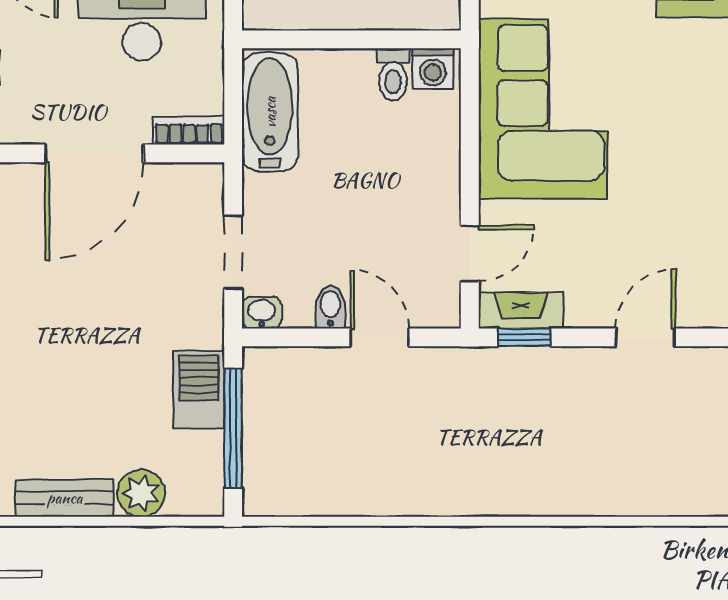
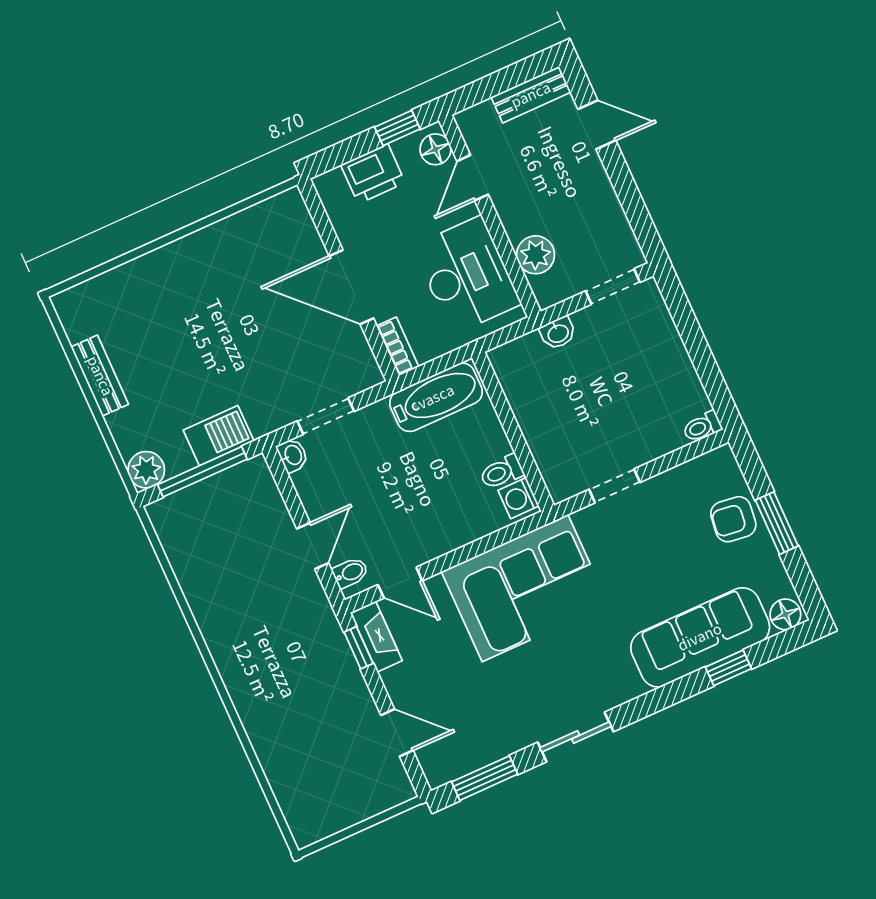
bidet: (330, 307) -> (350, 573), moved
plant: (141, 493) -> (146, 470), moved

